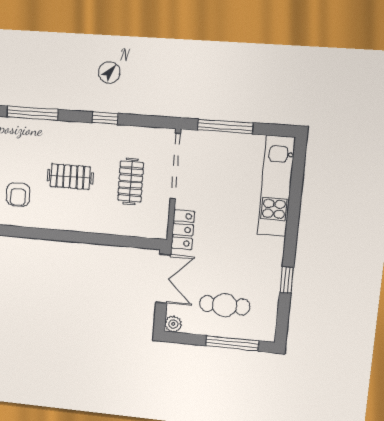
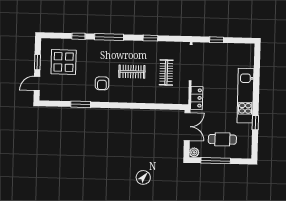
window: (225, 127) -> (217, 40), width x0.46
kitchen unit: (276, 186) -> (245, 96), moved
window: (232, 343) -> (216, 161), moved

